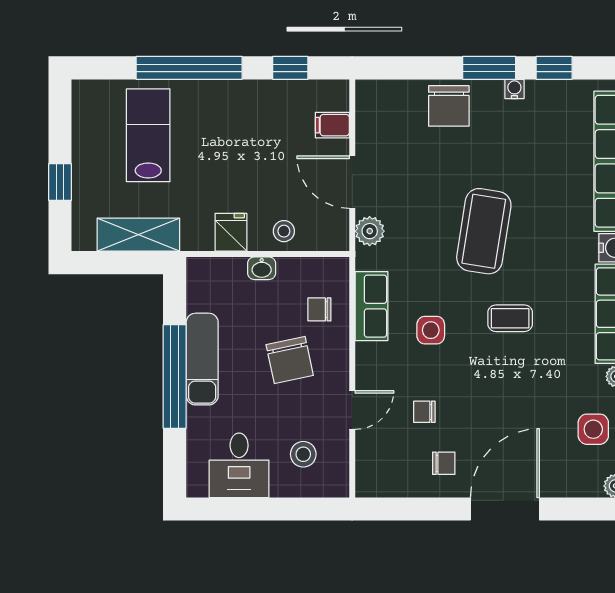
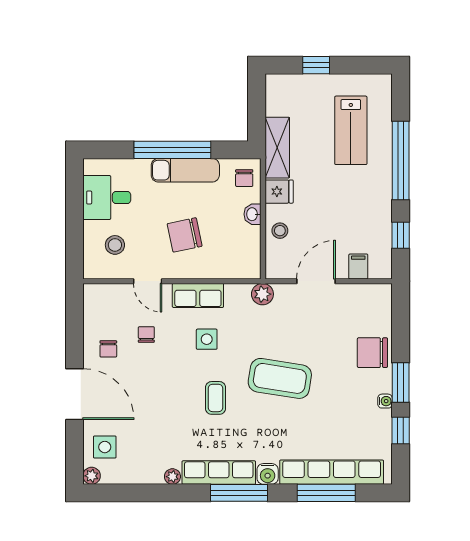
lab bench: (148, 135) -> (351, 130), turned 90
plant: (370, 231) -> (262, 294), moved
shelving: (138, 235) -> (277, 148), moved
row of seats: (372, 306) -> (198, 295), moved
chair: (319, 309) -> (244, 178), moved, turned 180
side table: (593, 429) -> (105, 447), moved

